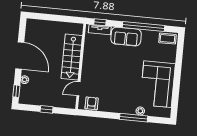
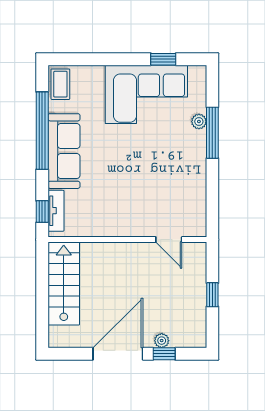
sofa: (126, 37) -> (64, 151), width x1.36
stairs: (72, 57) -> (64, 283), moved, turned -90
window: (16, 91) -> (164, 354), moved
window: (176, 95) -> (163, 59), added
armchair: (92, 103) -> (193, 213), removed

